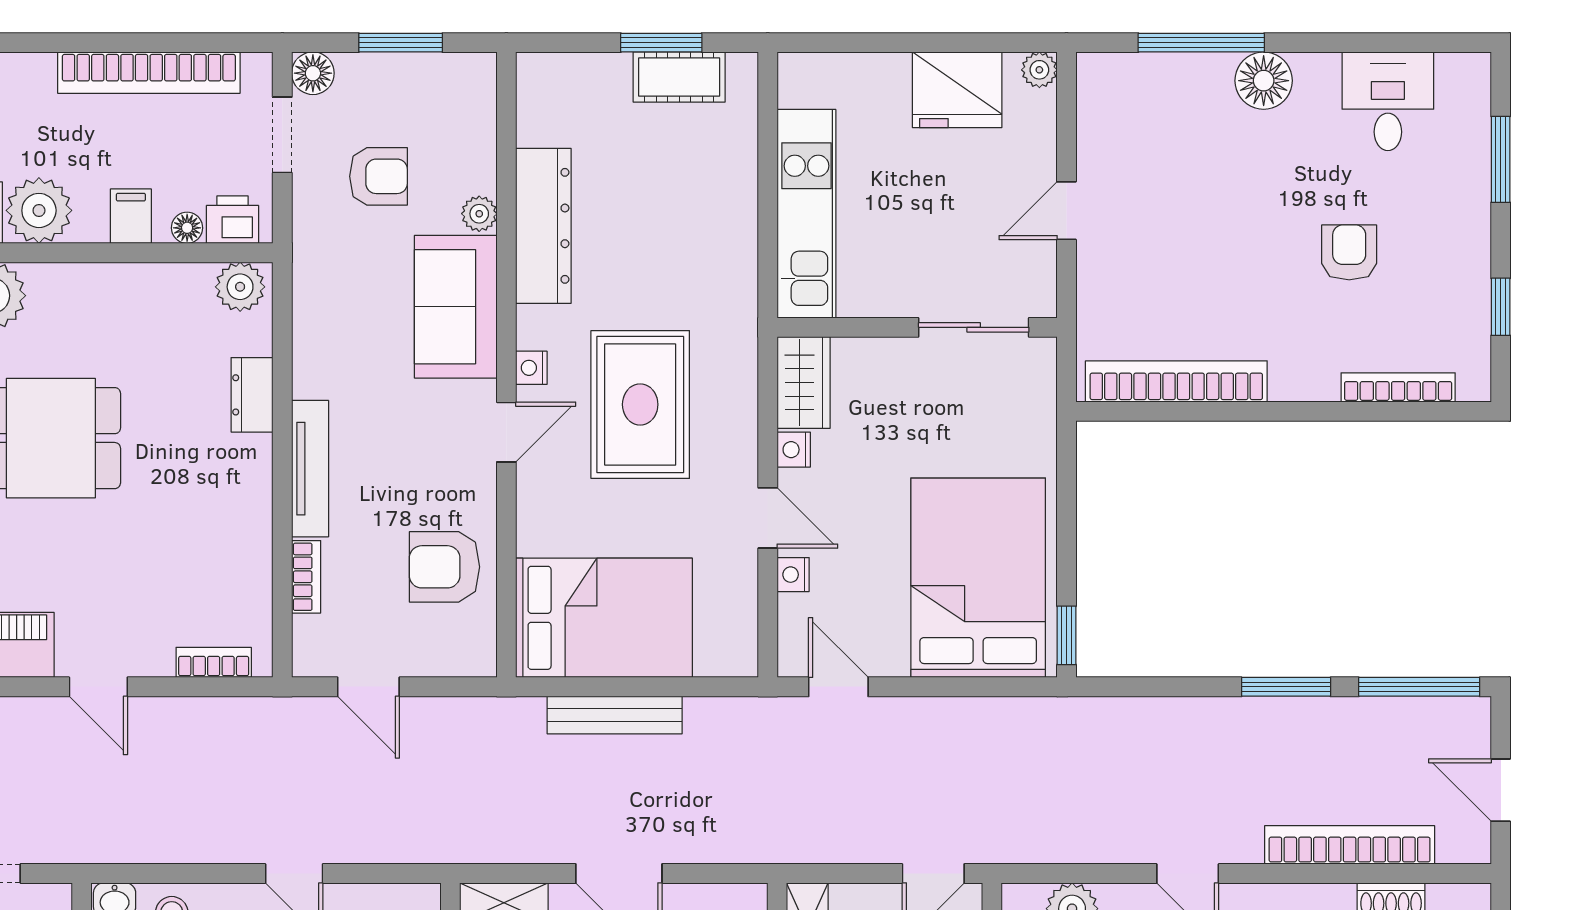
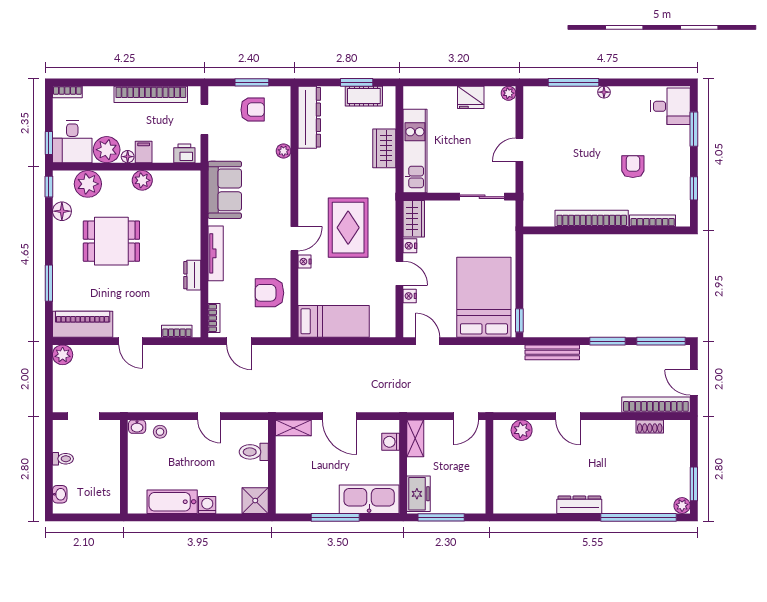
floor lamp: (313, 73) -> (217, 95), removed
floor lamp: (1264, 81) -> (604, 92), width x0.53, depth x0.53
fridge: (957, 90) -> (471, 97), width x0.73, depth x0.75
desk: (1388, 101) -> (670, 106), moved, turned 90
armchair: (379, 176) -> (253, 110), moved
wardrobe: (730, 207) -> (384, 148), added
dresser: (543, 226) -> (309, 117), moved
floor lamp: (187, 228) -> (128, 157), moved
plant: (240, 287) -> (142, 180), moved
sofa: (456, 307) -> (225, 190), moved, turned 180
nightstand: (531, 368) -> (304, 262), moved
bookcase: (1176, 381) -> (592, 218), moved
dresser: (252, 395) -> (192, 275), moved
bookcase: (306, 577) -> (214, 318), moved
bed: (604, 618) -> (334, 321), width x0.67
bench: (615, 715) -> (552, 352), moved
bookcase: (1350, 845) -> (656, 405), moved

